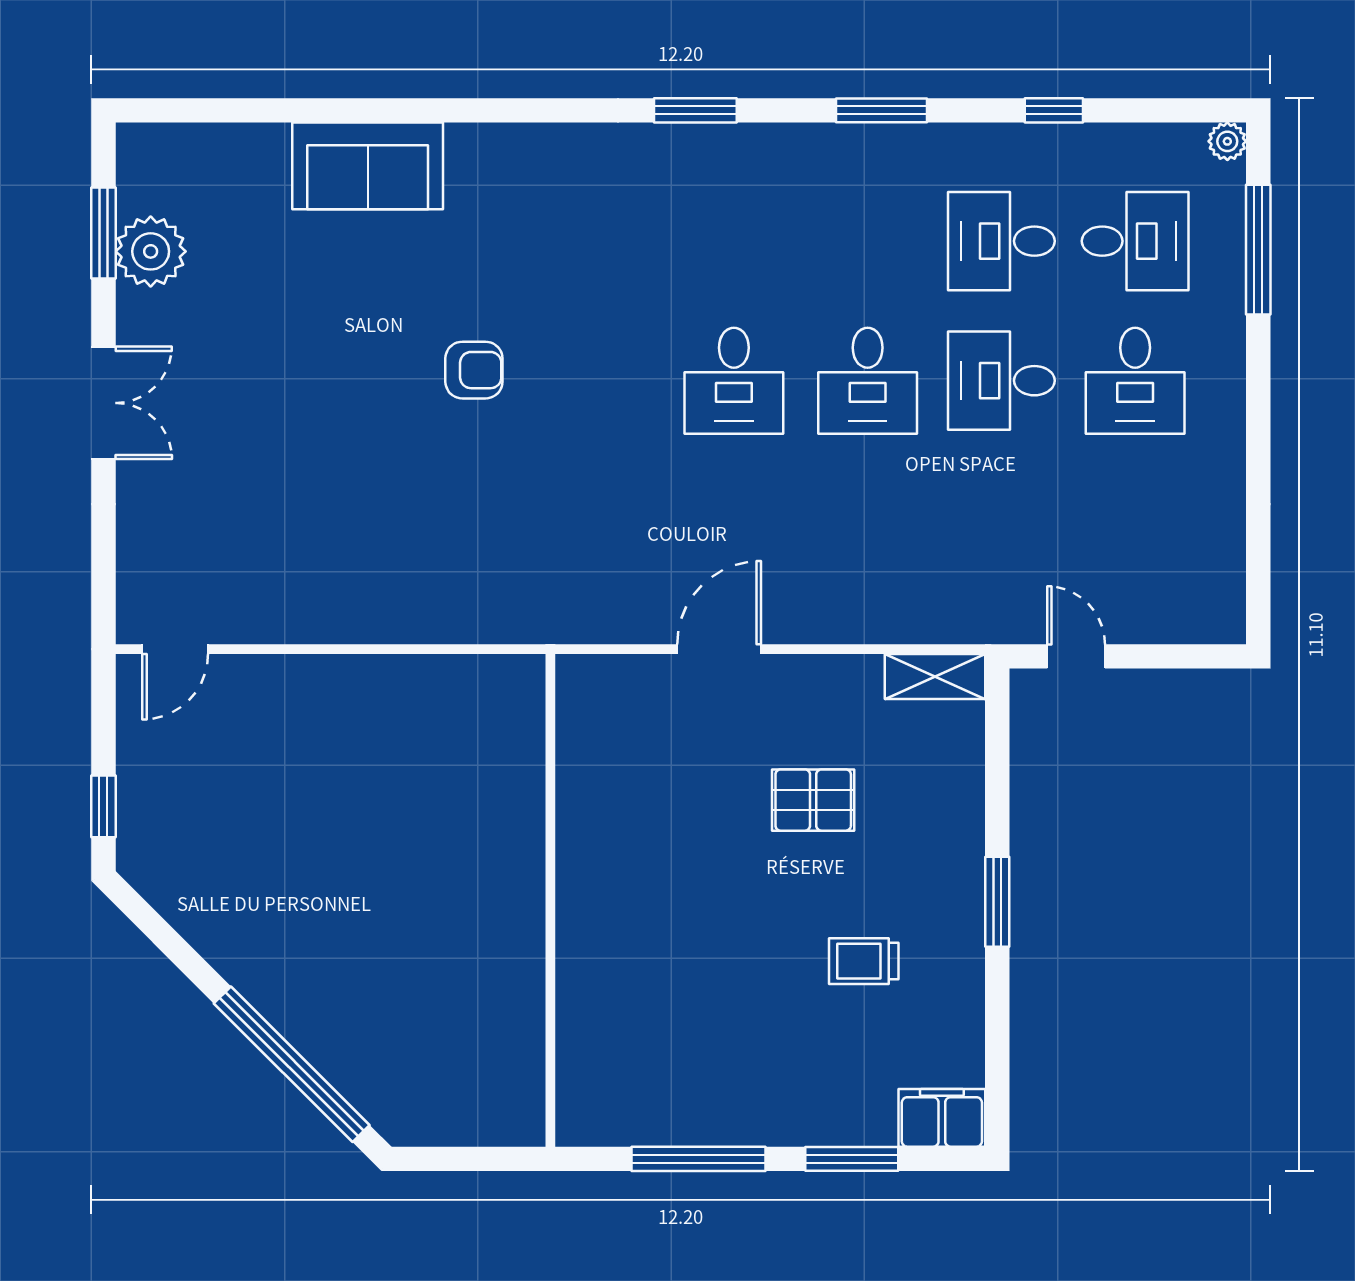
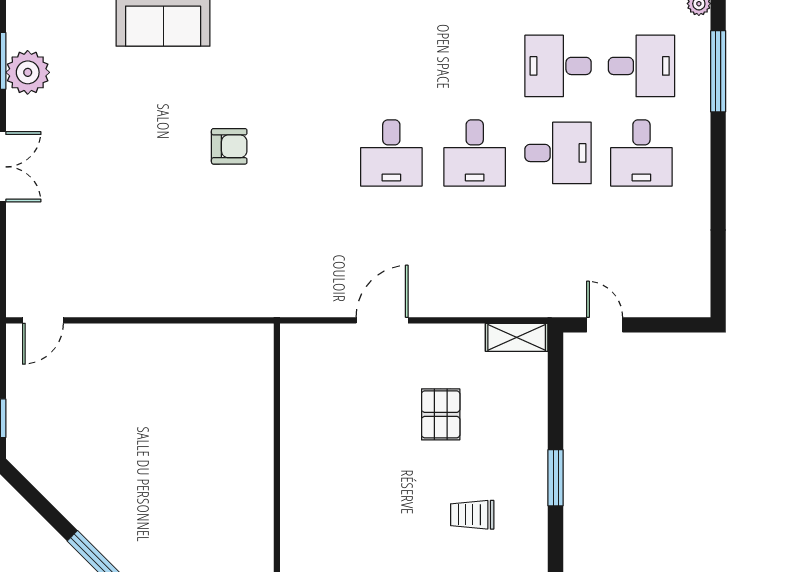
desk: (1001, 381) -> (558, 153), turned 180
pallet: (813, 800) -> (441, 414), turned 90

